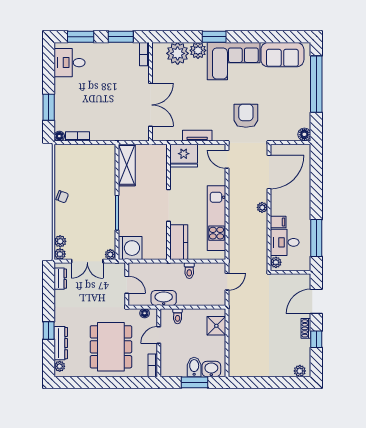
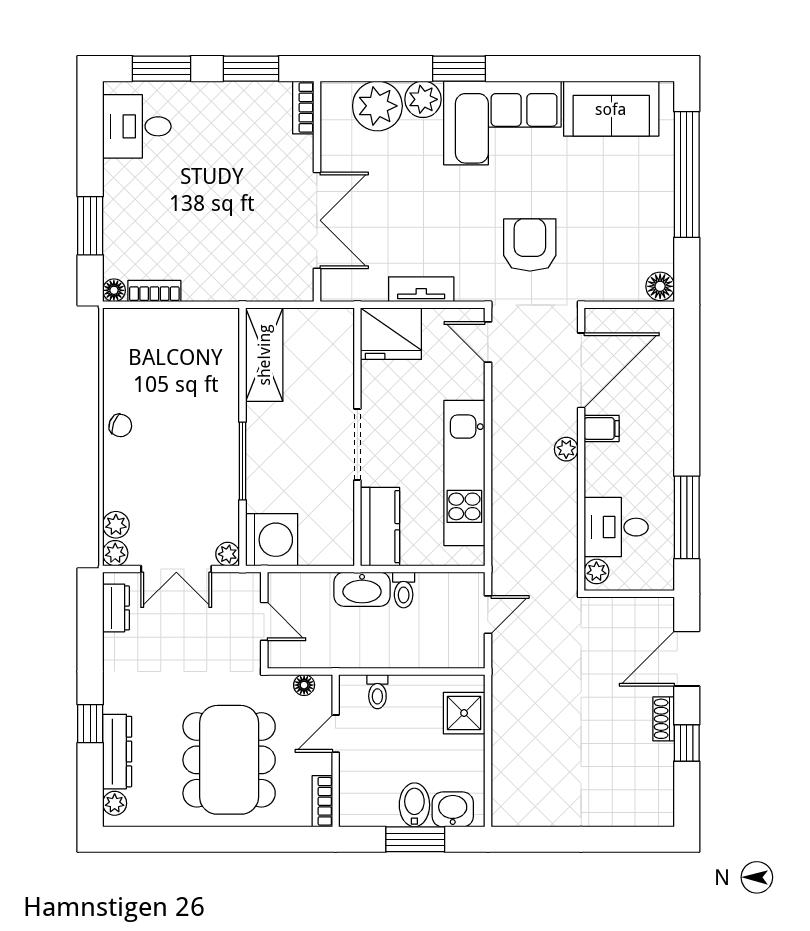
filing cabinet: (278, 222) -> (602, 429), moved
washbasin: (164, 298) -> (362, 589), moved, turned 180
plant: (300, 371) -> (650, 814), removed

